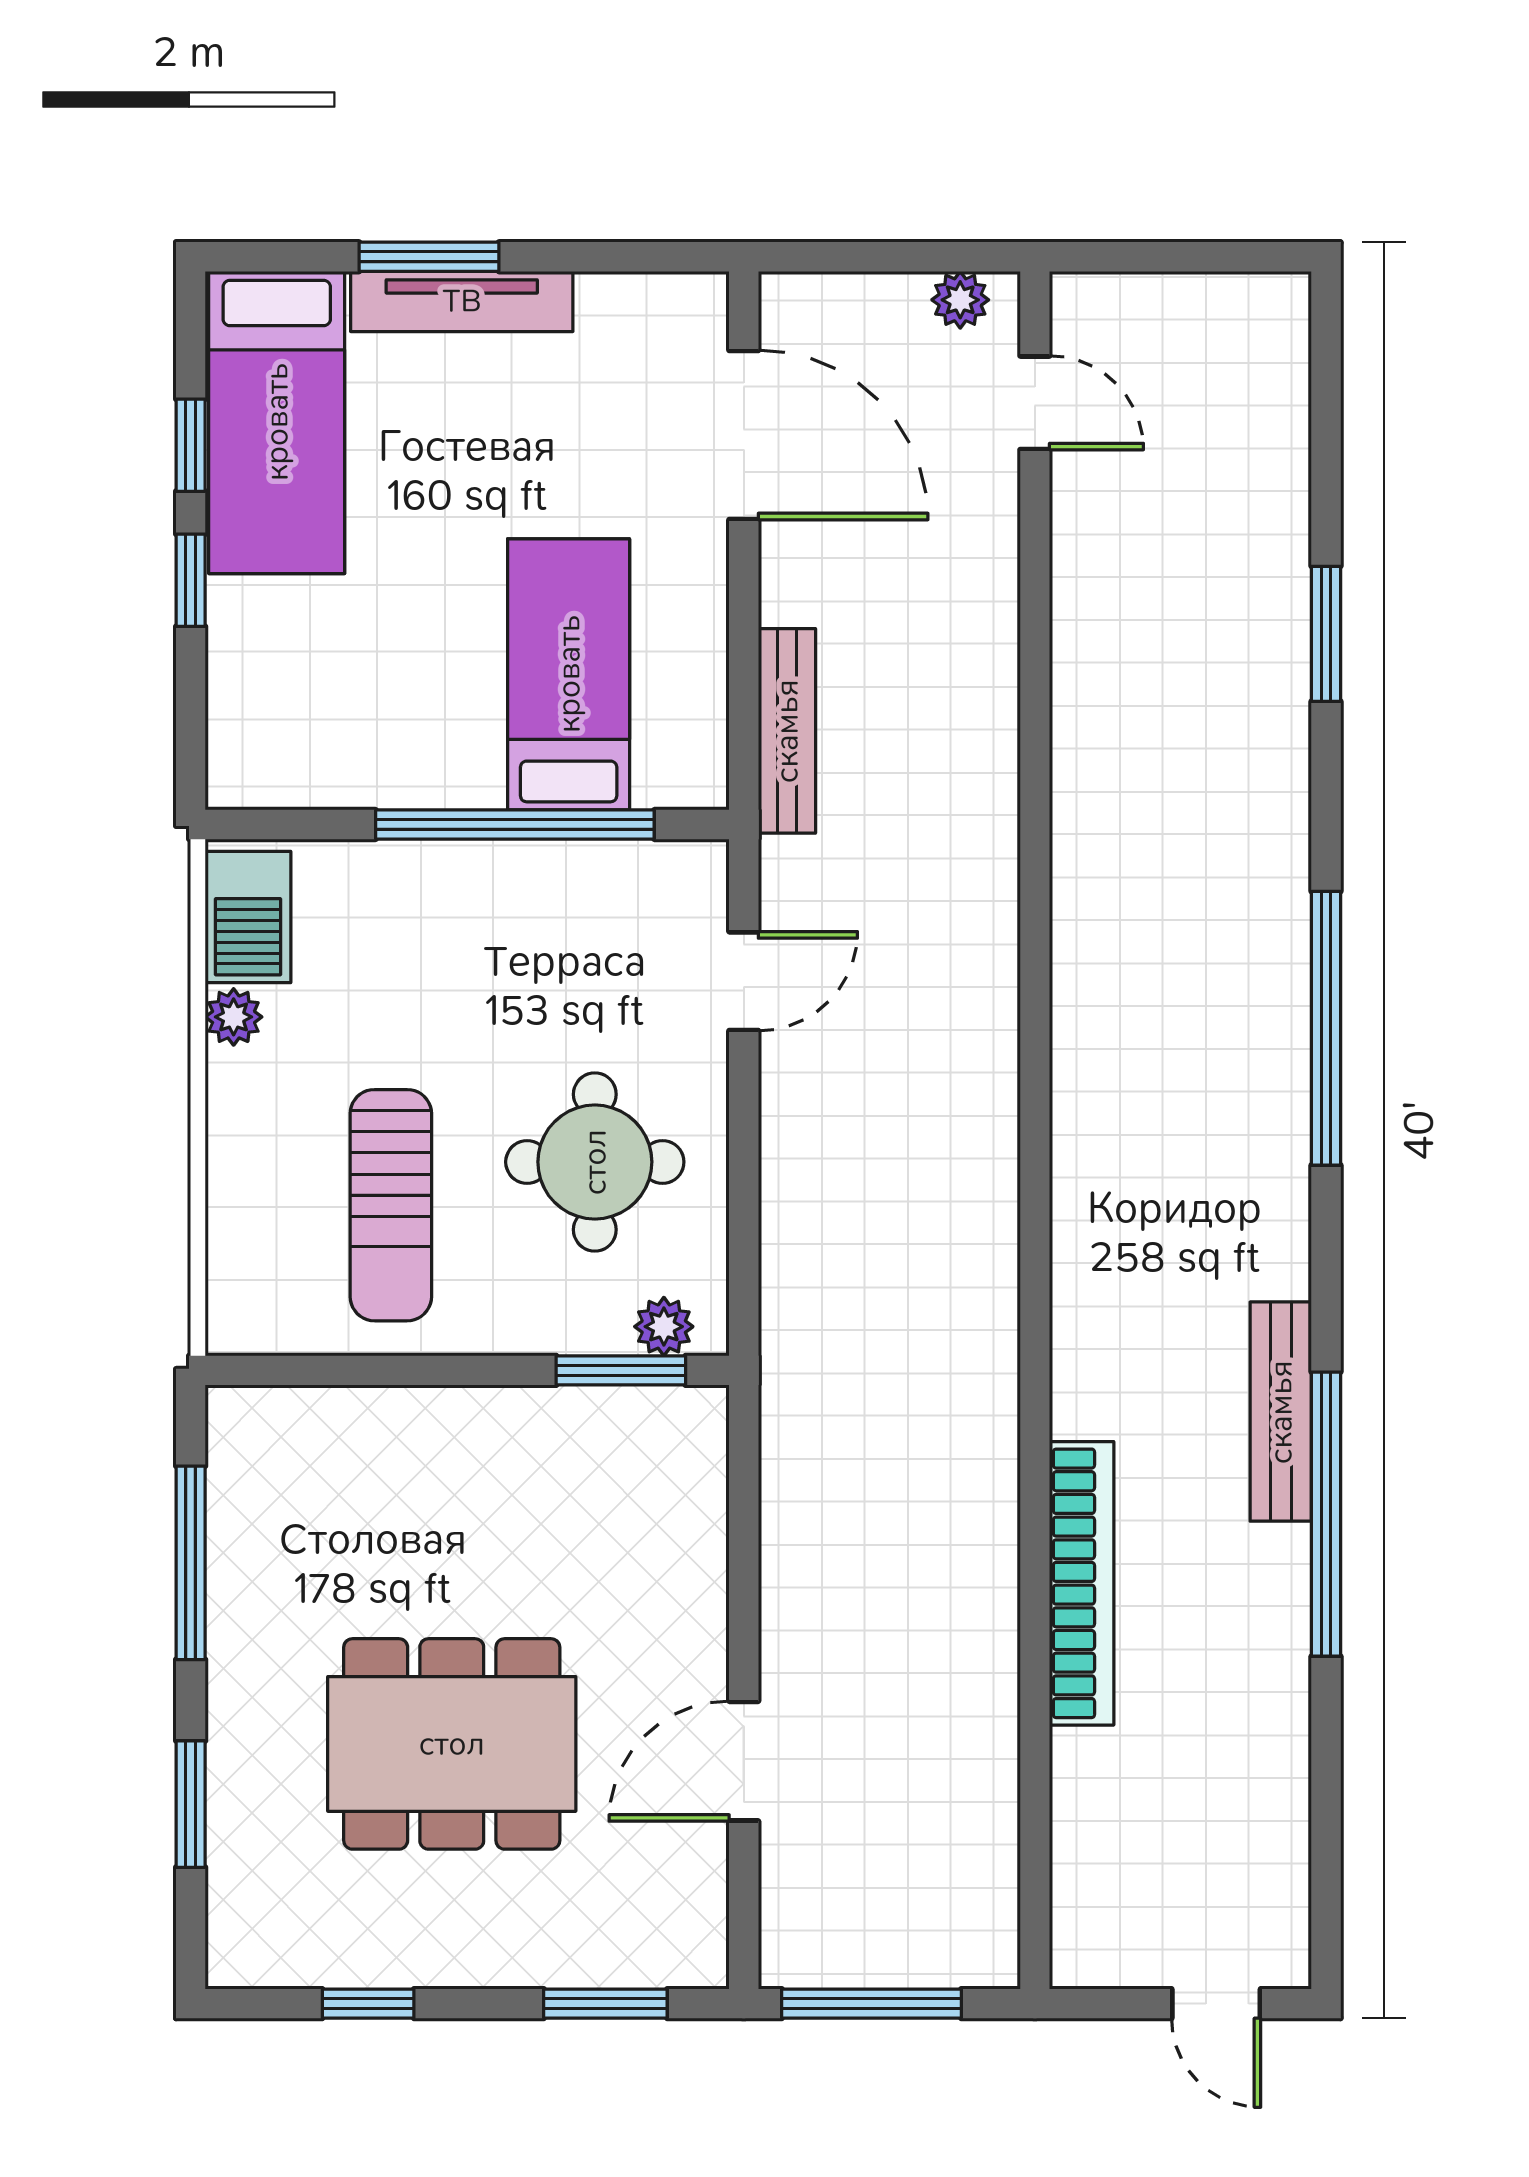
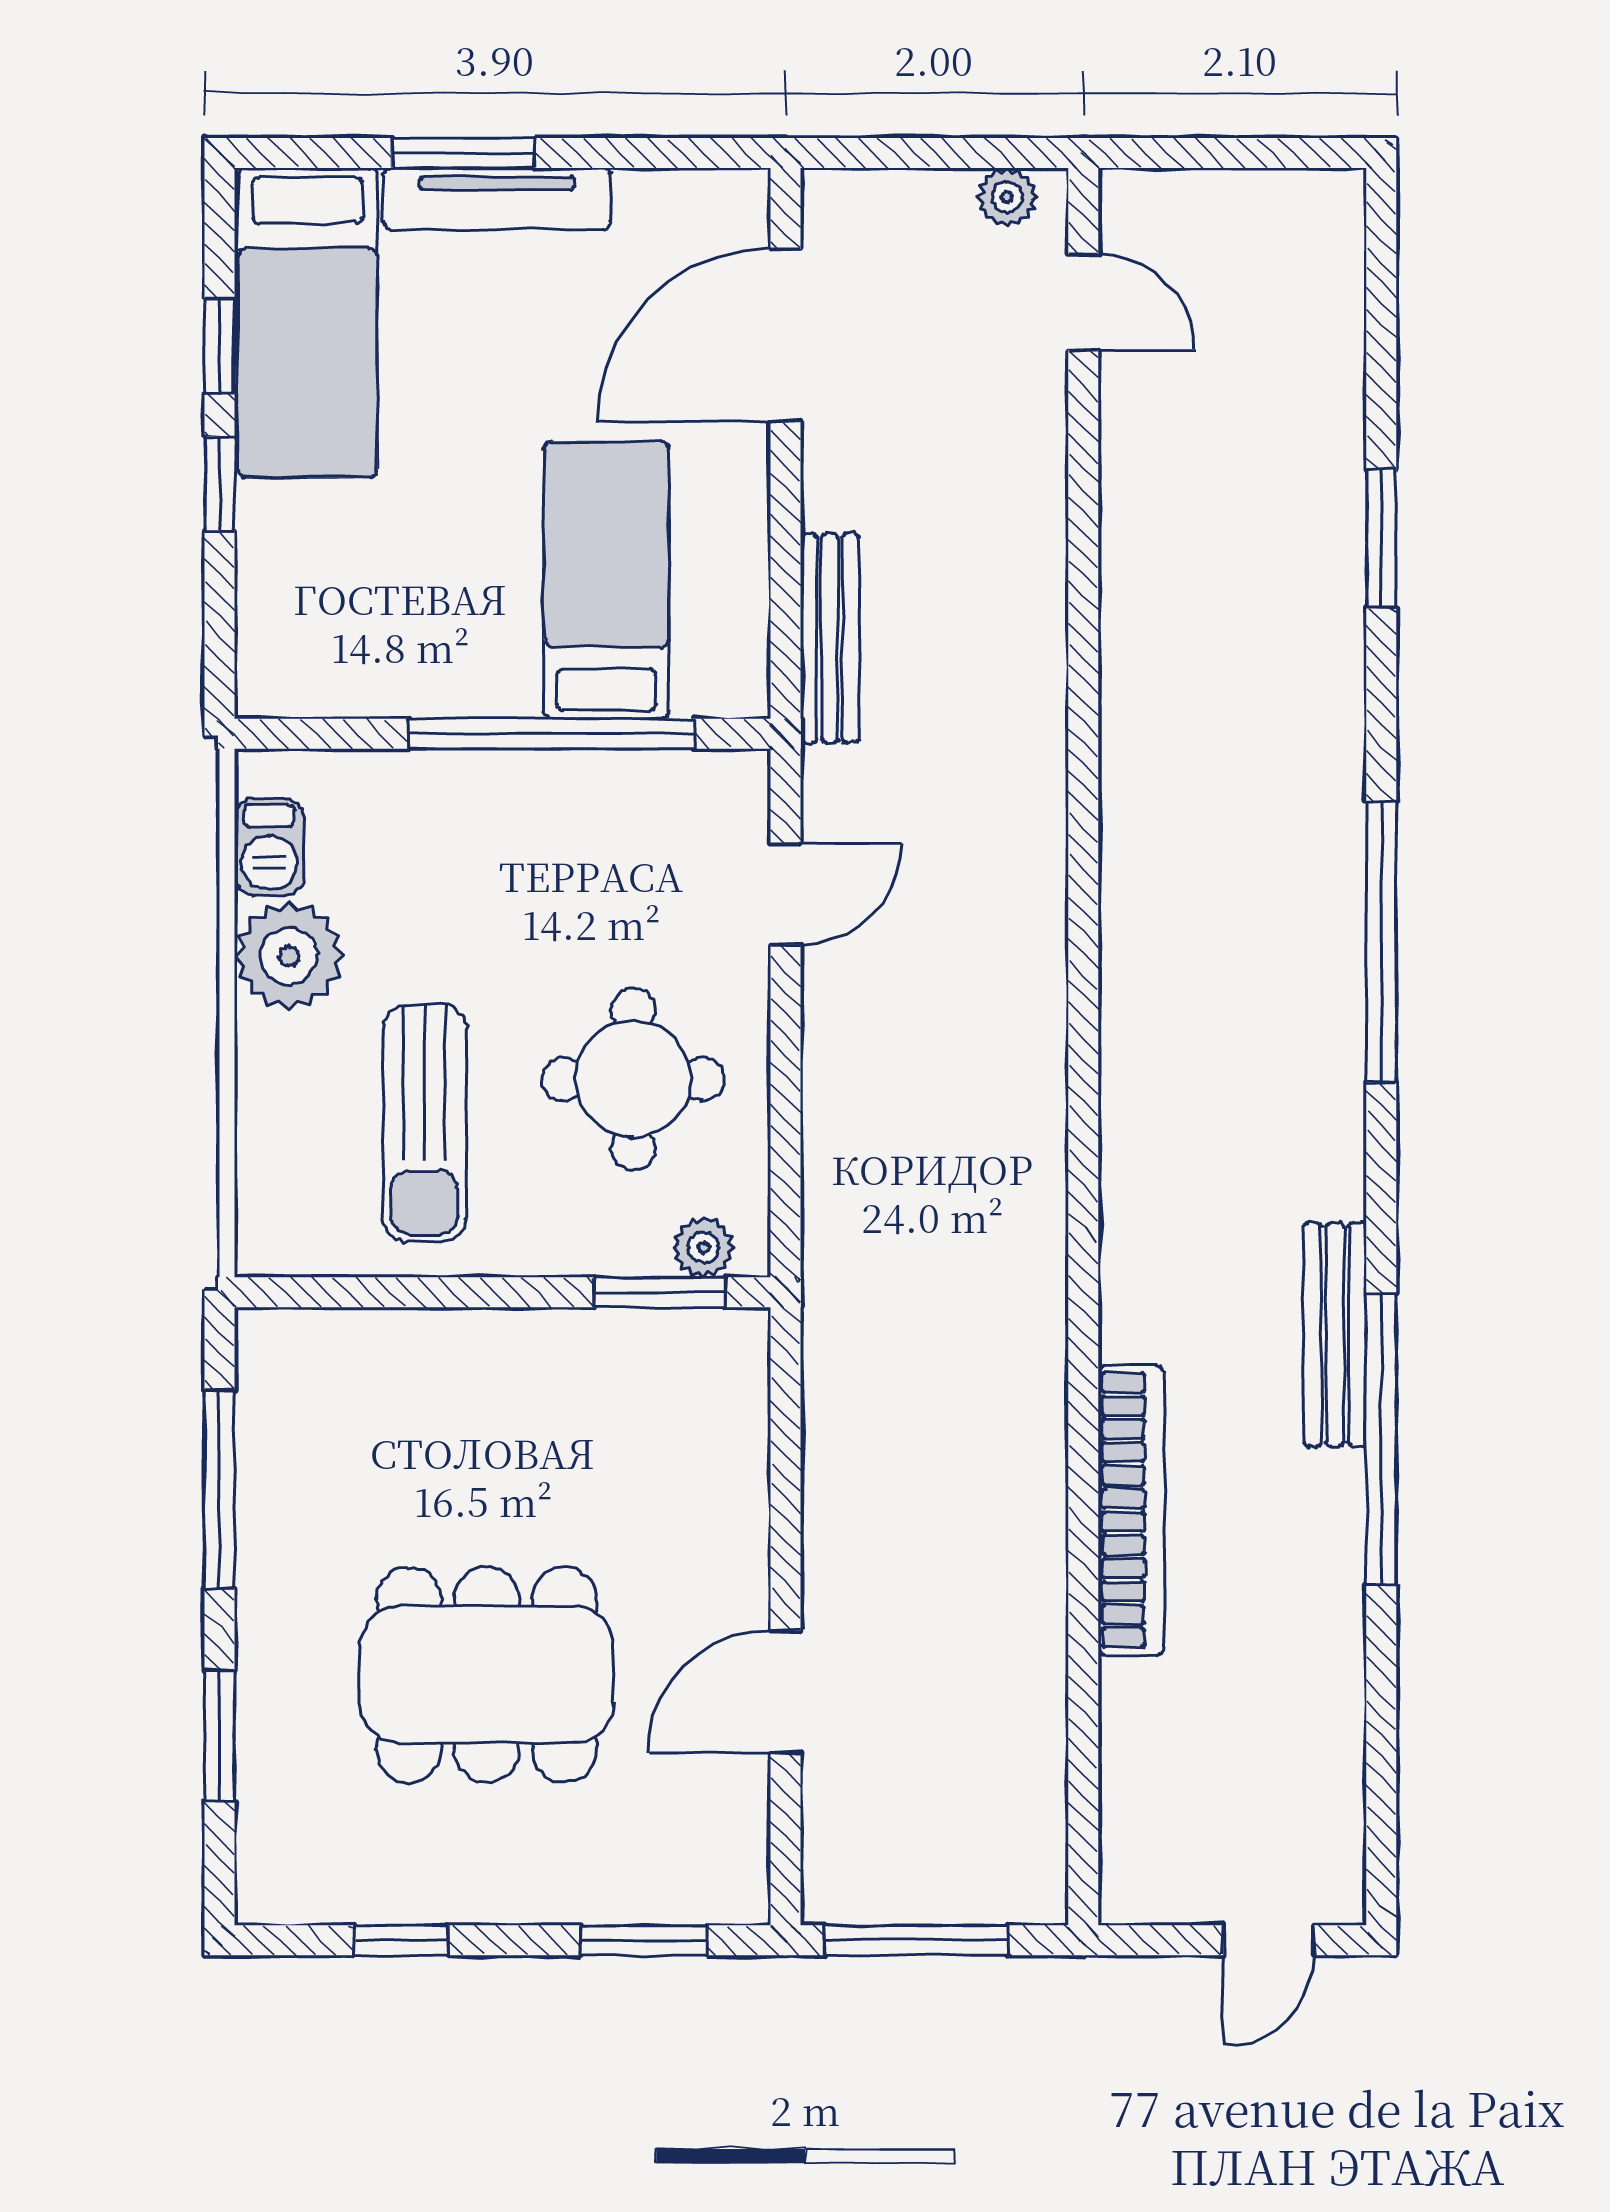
door: (744, 435) -> (785, 335), swing flipped
barbecue: (248, 917) -> (269, 847), width x0.73, depth x0.79
plant: (234, 1017) -> (289, 956), width x1.88, depth x1.88
door: (1216, 2004) -> (1269, 1940), hinge flipped

